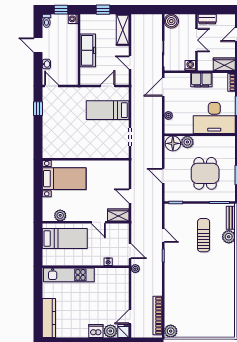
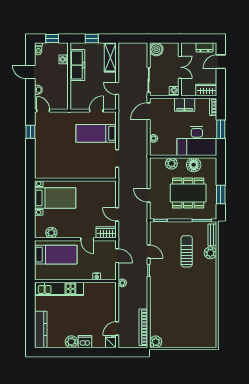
washing machine: (73, 19) -> (64, 59), moved
dresser: (207, 19) -> (204, 47), moved
freezer: (88, 50) -> (77, 65), moved
floor lamp: (173, 143) -> (194, 165), moved
dining table: (205, 173) -> (188, 193), width x1.37
door: (130, 251) -> (117, 256), moved
plant: (110, 331) -> (71, 342), moved

